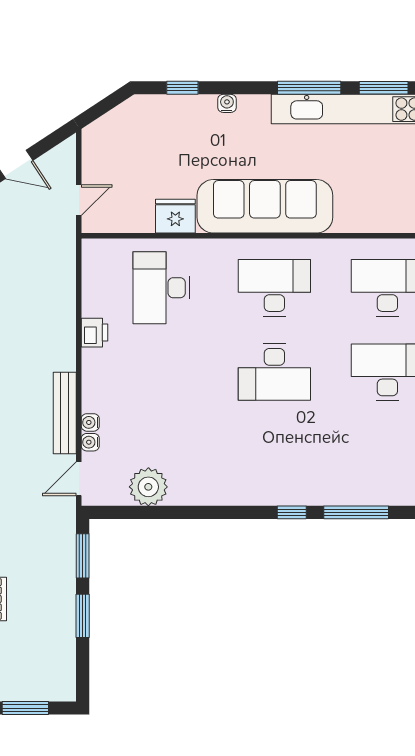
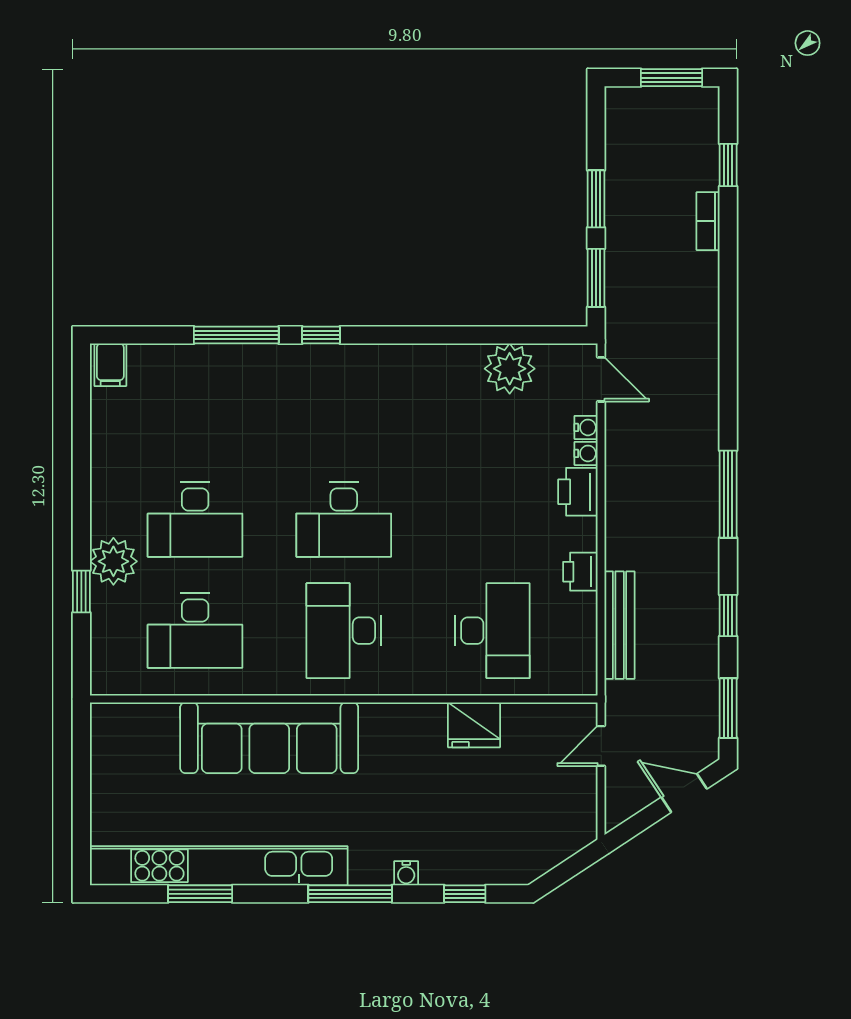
window: (309, 88) -> (350, 894), moved
sofa: (265, 206) -> (269, 738), moved
desk: (274, 288) -> (344, 631), turned 90
desk: (274, 372) -> (344, 520), turned 180
printer: (96, 393) -> (578, 492), added
bench: (65, 413) -> (620, 625), moved
door: (79, 479) -> (601, 379), hinge flipped

